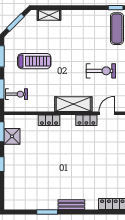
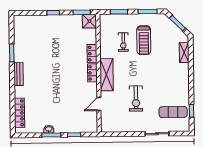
exercise bike: (16, 94) -> (123, 42), moved
door: (107, 113) -> (99, 104), swing flipped
locker: (86, 120) -> (92, 73), moved
shower: (12, 136) -> (89, 21), moved

